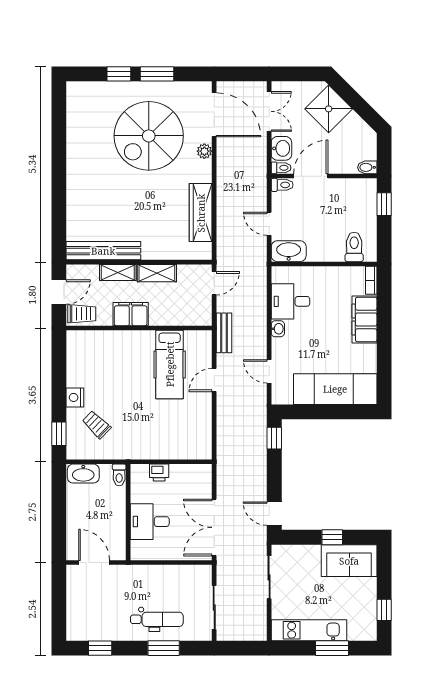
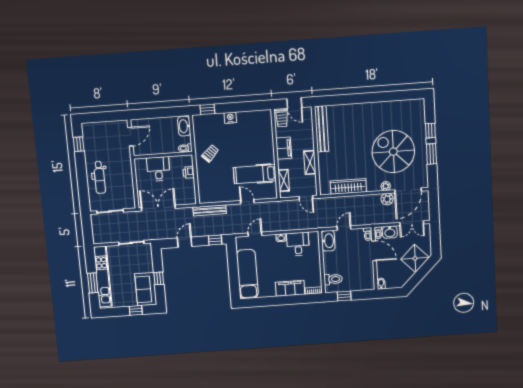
plant: (226, 150) -> (387, 199), added
window: (384, 204) -> (344, 296), moved
shelving: (118, 272) -> (284, 180), moved
bench: (224, 333) -> (210, 210), moved, width x1.36
trolley: (97, 425) -> (210, 153), moved
door: (274, 514) -> (185, 242), moved
window: (384, 610) -> (136, 310), moved
kitchen unit: (309, 630) -> (103, 277), width x1.36
window: (164, 648) -> (82, 183), removed

